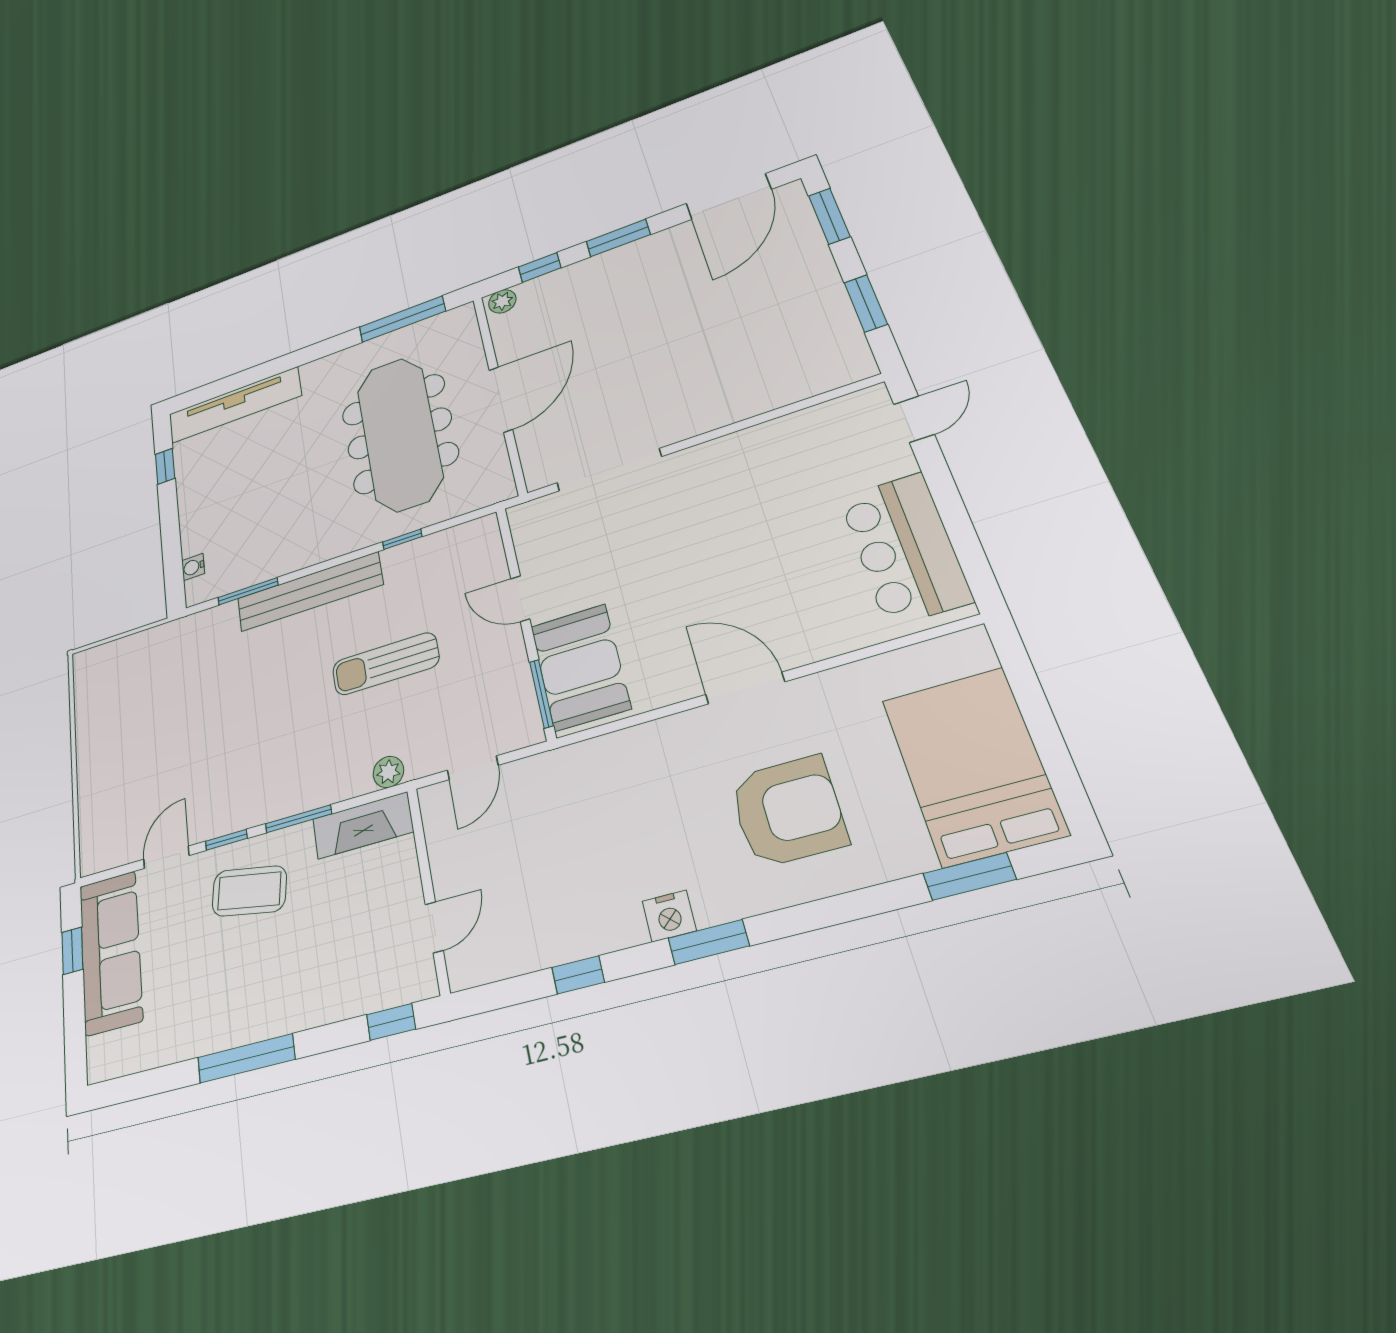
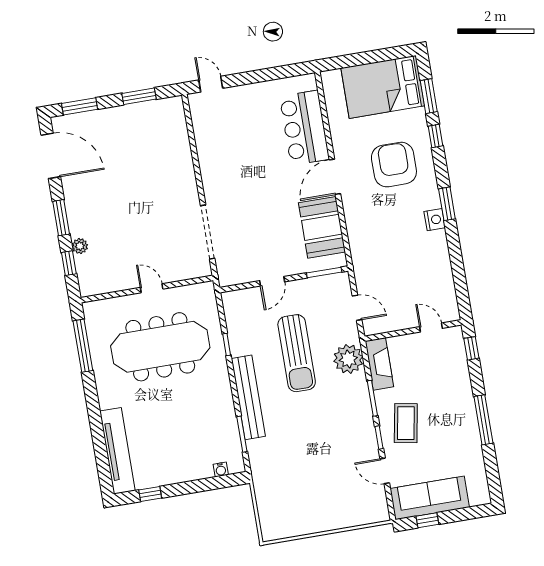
plant: (502, 301) -> (80, 246), moved
door: (501, 399) -> (152, 288), width x0.53
bar counter: (905, 549) -> (304, 128), moved, turned 90
sun lounger: (386, 664) -> (297, 353), width x1.36, depth x1.34
booth: (580, 667) -> (322, 227), moved, turned 90
plant: (388, 772) -> (348, 359), width x1.87, depth x1.87
window: (578, 975) -> (435, 136), moved

